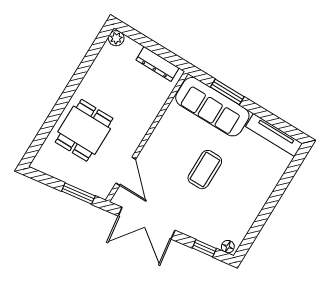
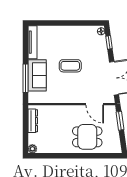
window: (227, 92) -> (25, 78), width x1.44
sofa: (212, 107) -> (37, 75), width x0.73
door: (126, 171) -> (95, 104), swing flipped

